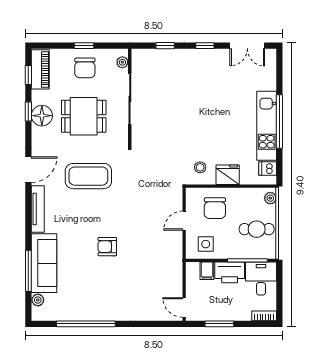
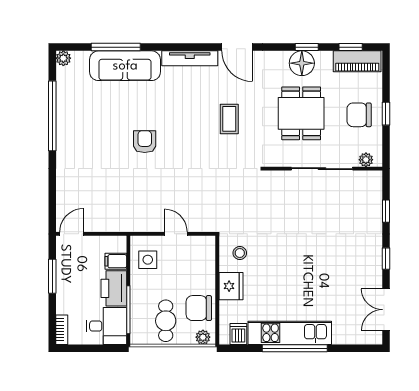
coffee table: (88, 176) -> (229, 119), width x0.54, depth x0.58
chair: (215, 208) -> (199, 308), moved
plant: (38, 300) -> (63, 58), moved

